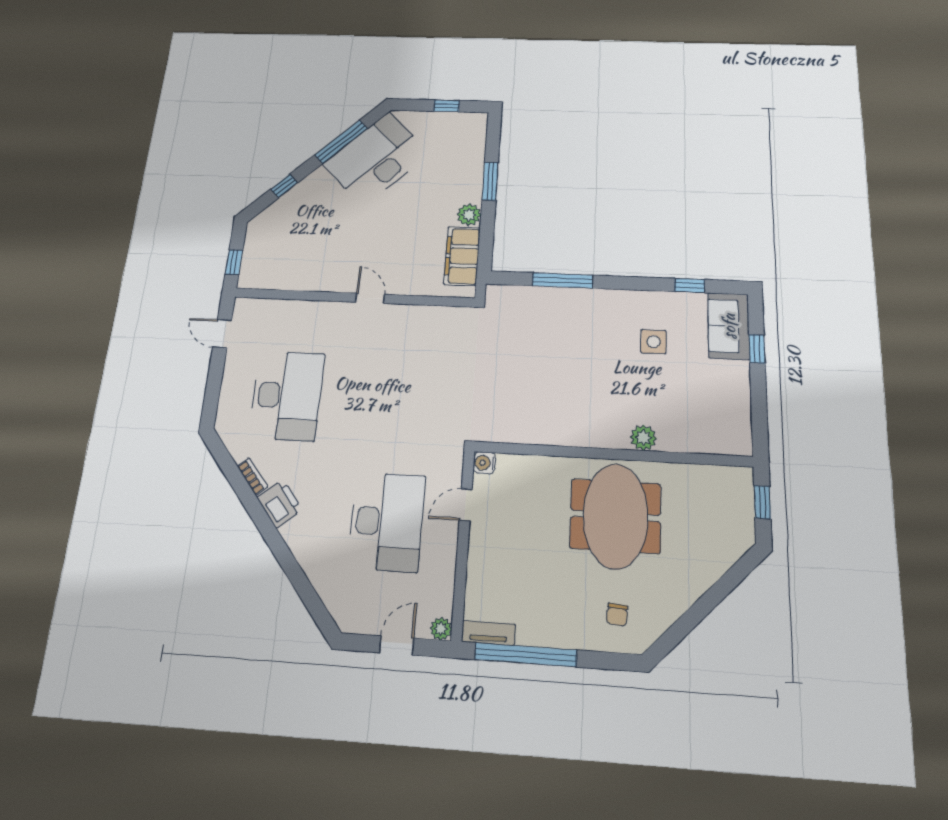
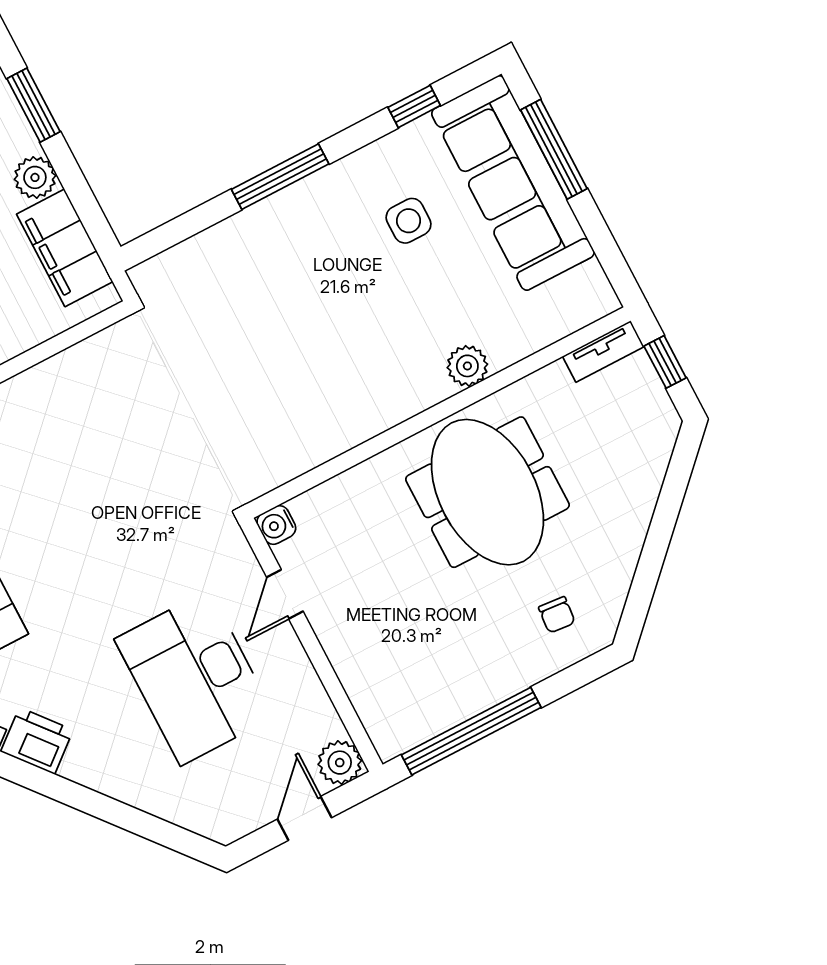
window: (563, 280) -> (280, 177), moved
sofa: (729, 326) -> (513, 183), width x1.85, depth x1.27
window: (757, 349) -> (554, 149), width x2.17
desk: (387, 522) -> (195, 678), turned 180
plant: (441, 629) -> (340, 763), width x1.38, depth x1.38
tv unit: (488, 633) -> (603, 352), moved, turned 180

